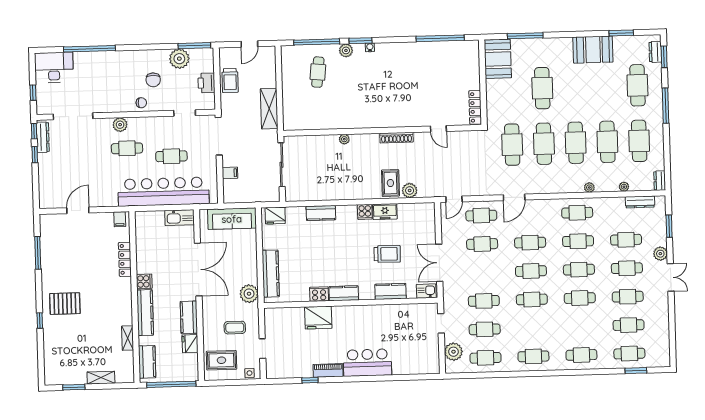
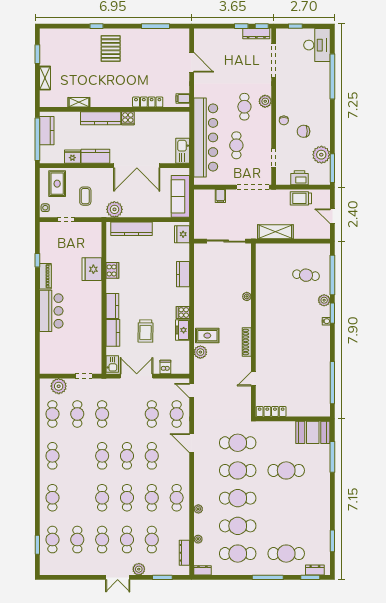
booth: (593, 50) -> (319, 516), removed
dishwasher: (428, 230) -> (165, 367), added
kitchen counter: (344, 293) -> (112, 306), moved
kitchen counter: (147, 362) -> (47, 131), moved, turned -90

